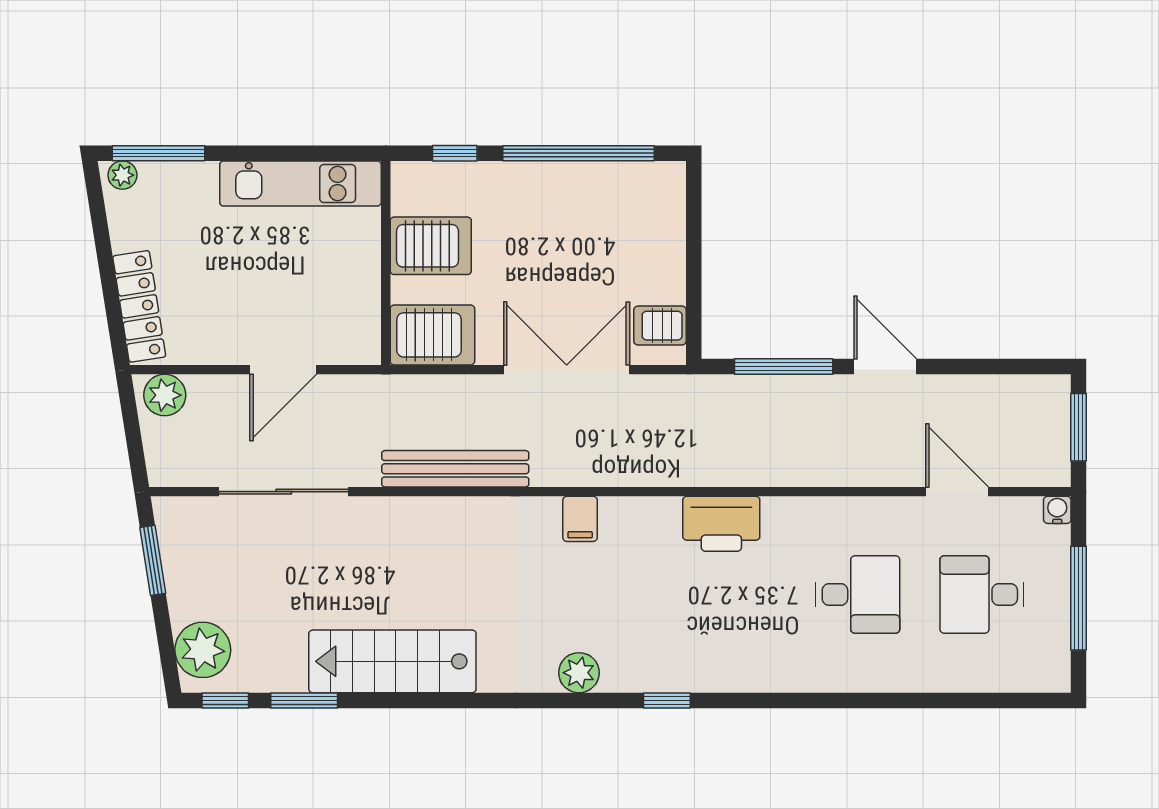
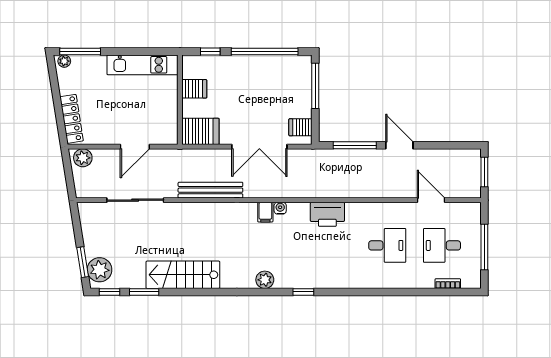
window: (694, 232) -> (315, 86), added
server rack: (431, 246) -> (194, 89), width x0.73, depth x0.70
double door: (567, 370) -> (259, 147), swing flipped
water cooler: (1057, 510) -> (280, 208), moved
window: (153, 560) -> (83, 262), moved
bookcase: (995, 681) -> (448, 284), added

